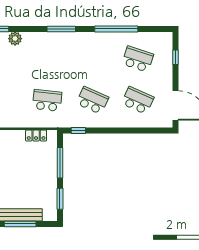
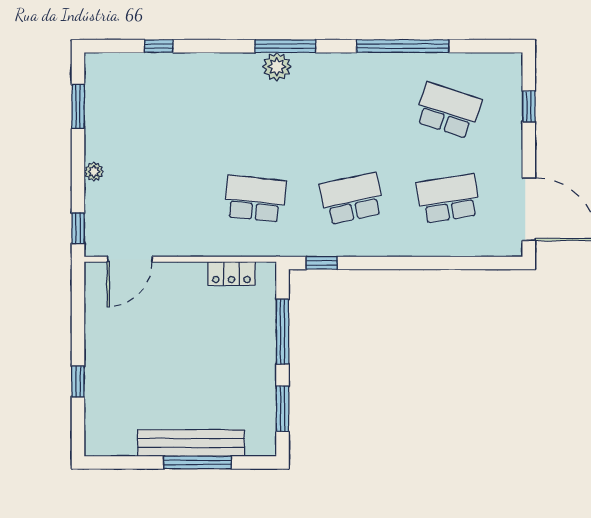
plant: (15, 39) -> (277, 67), moved
school desk: (92, 100) -> (352, 199), turned -36
school desk: (138, 100) -> (448, 199), turned -33

